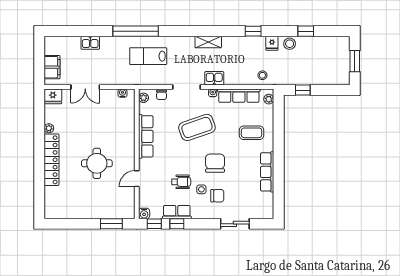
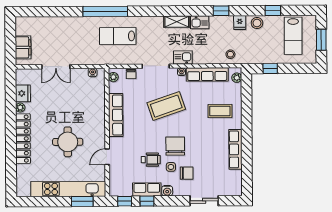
kitchen sink: (90, 43) -> (200, 22), moved
lab bench: (326, 57) -> (293, 36), added
fridge: (53, 96) -> (23, 93), moved, turned -90
chair: (215, 163) -> (175, 146), moved
kitchen unit: (97, 211) -> (68, 189), added
water cooler: (144, 213) -> (167, 191), moved

